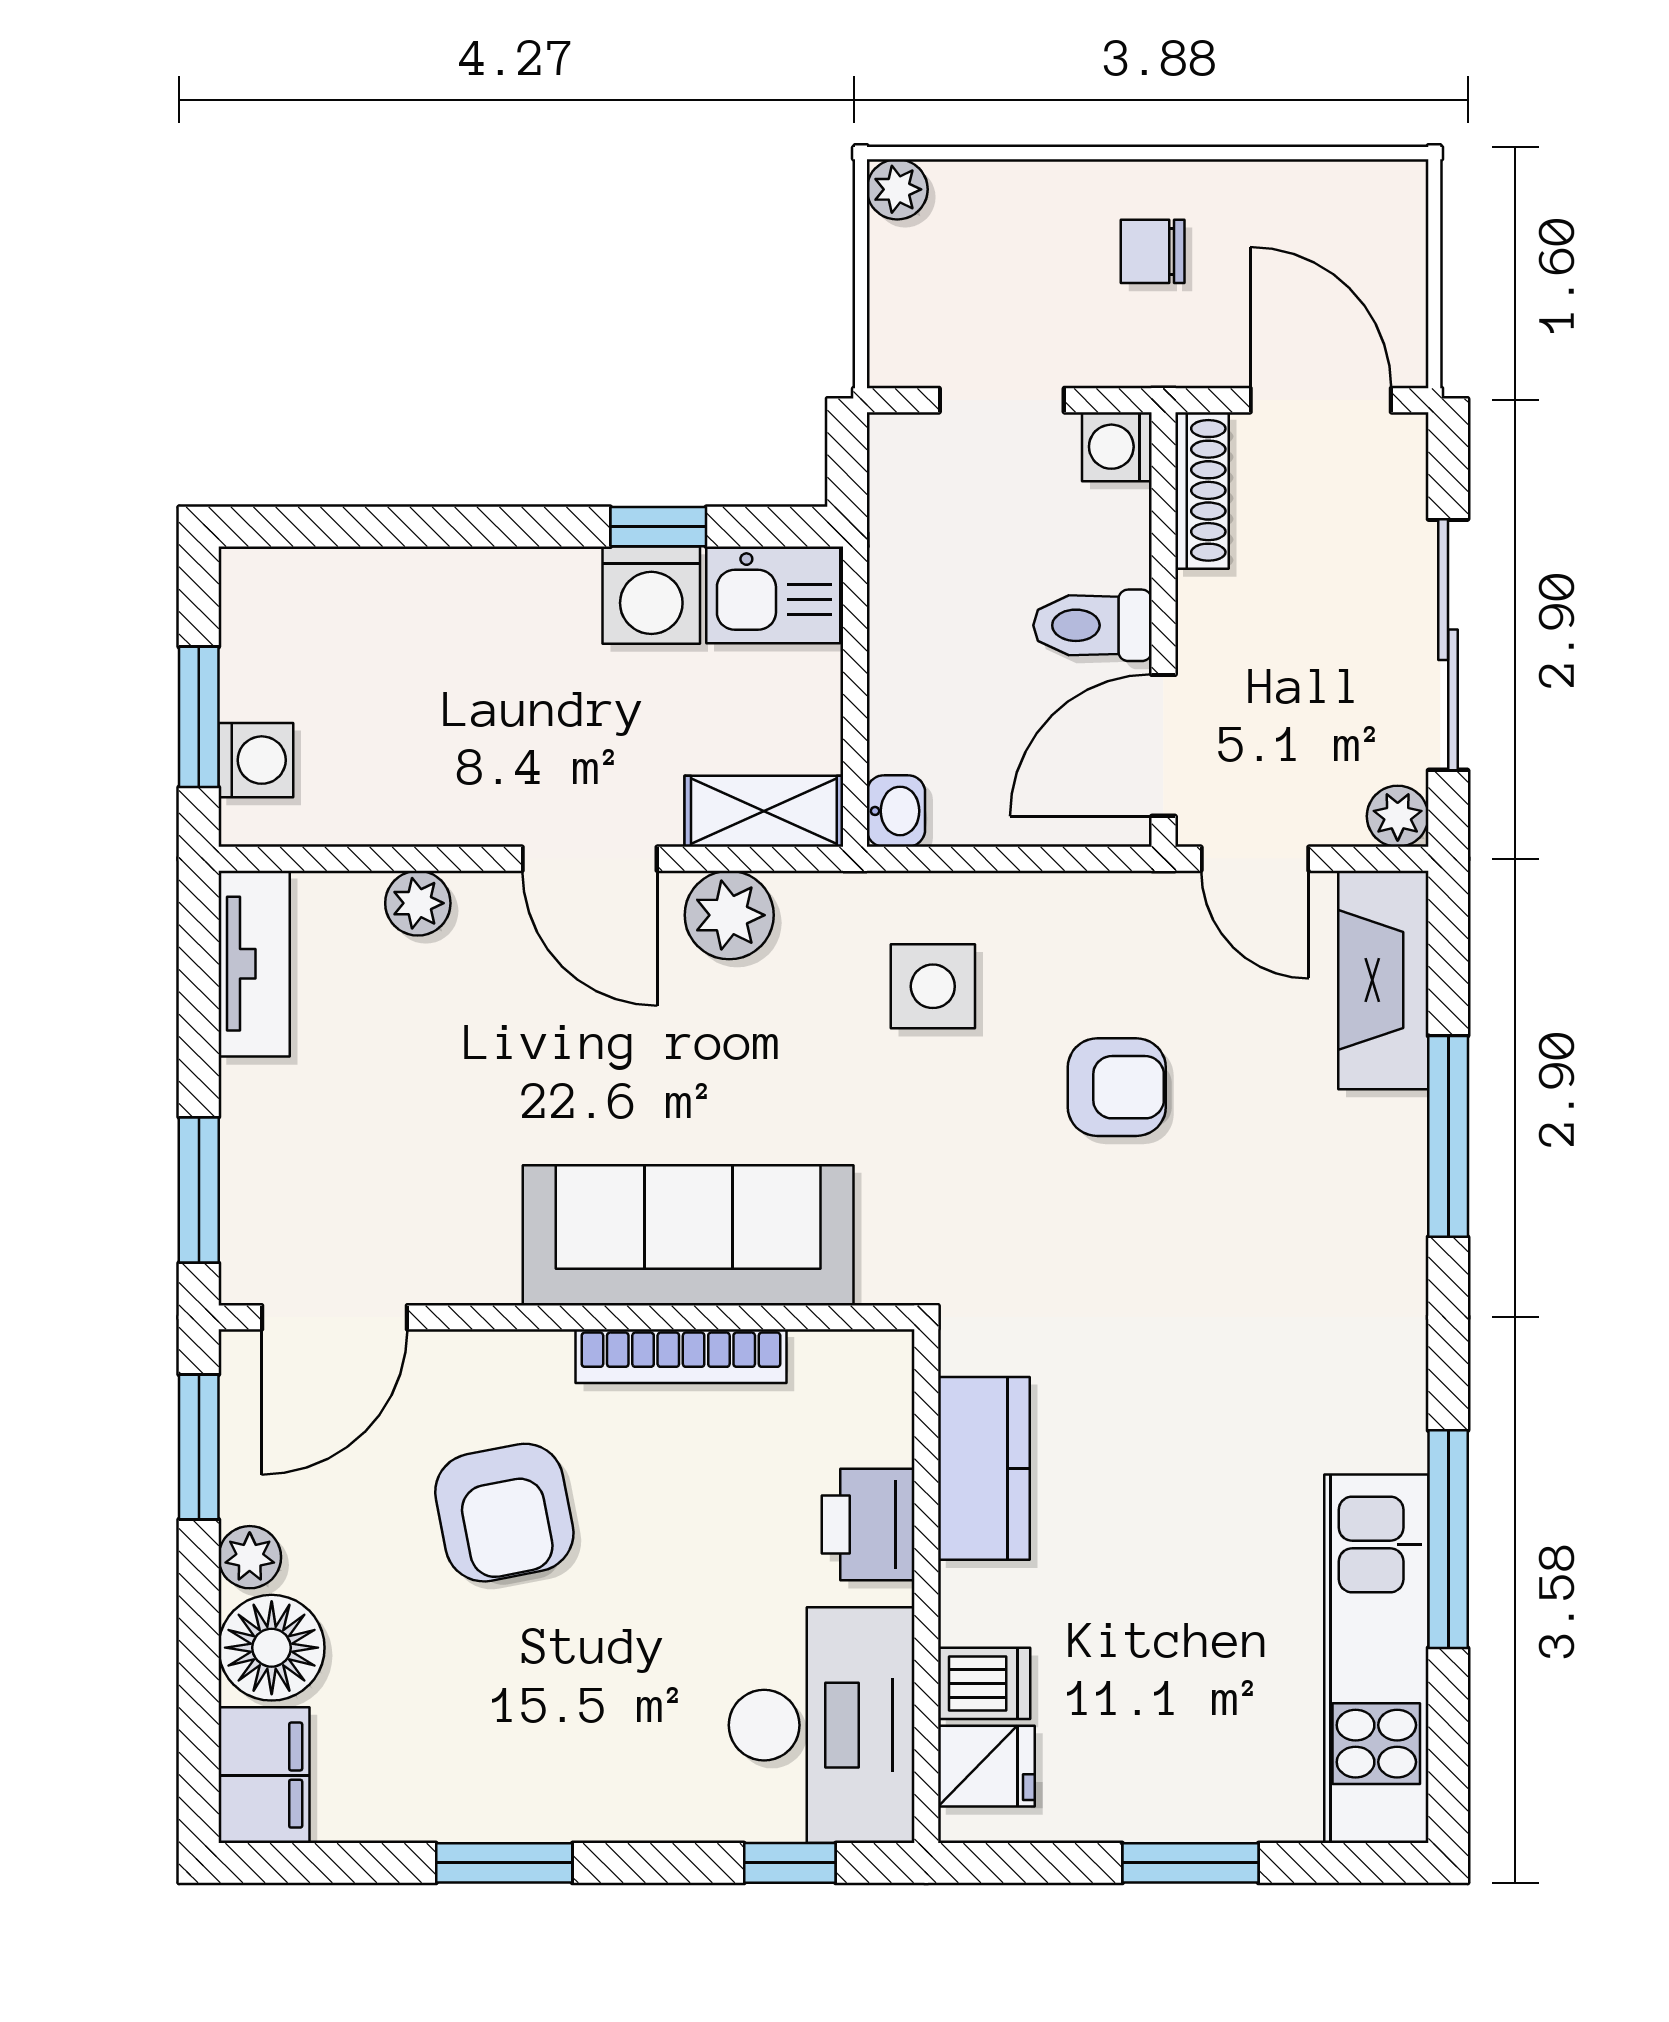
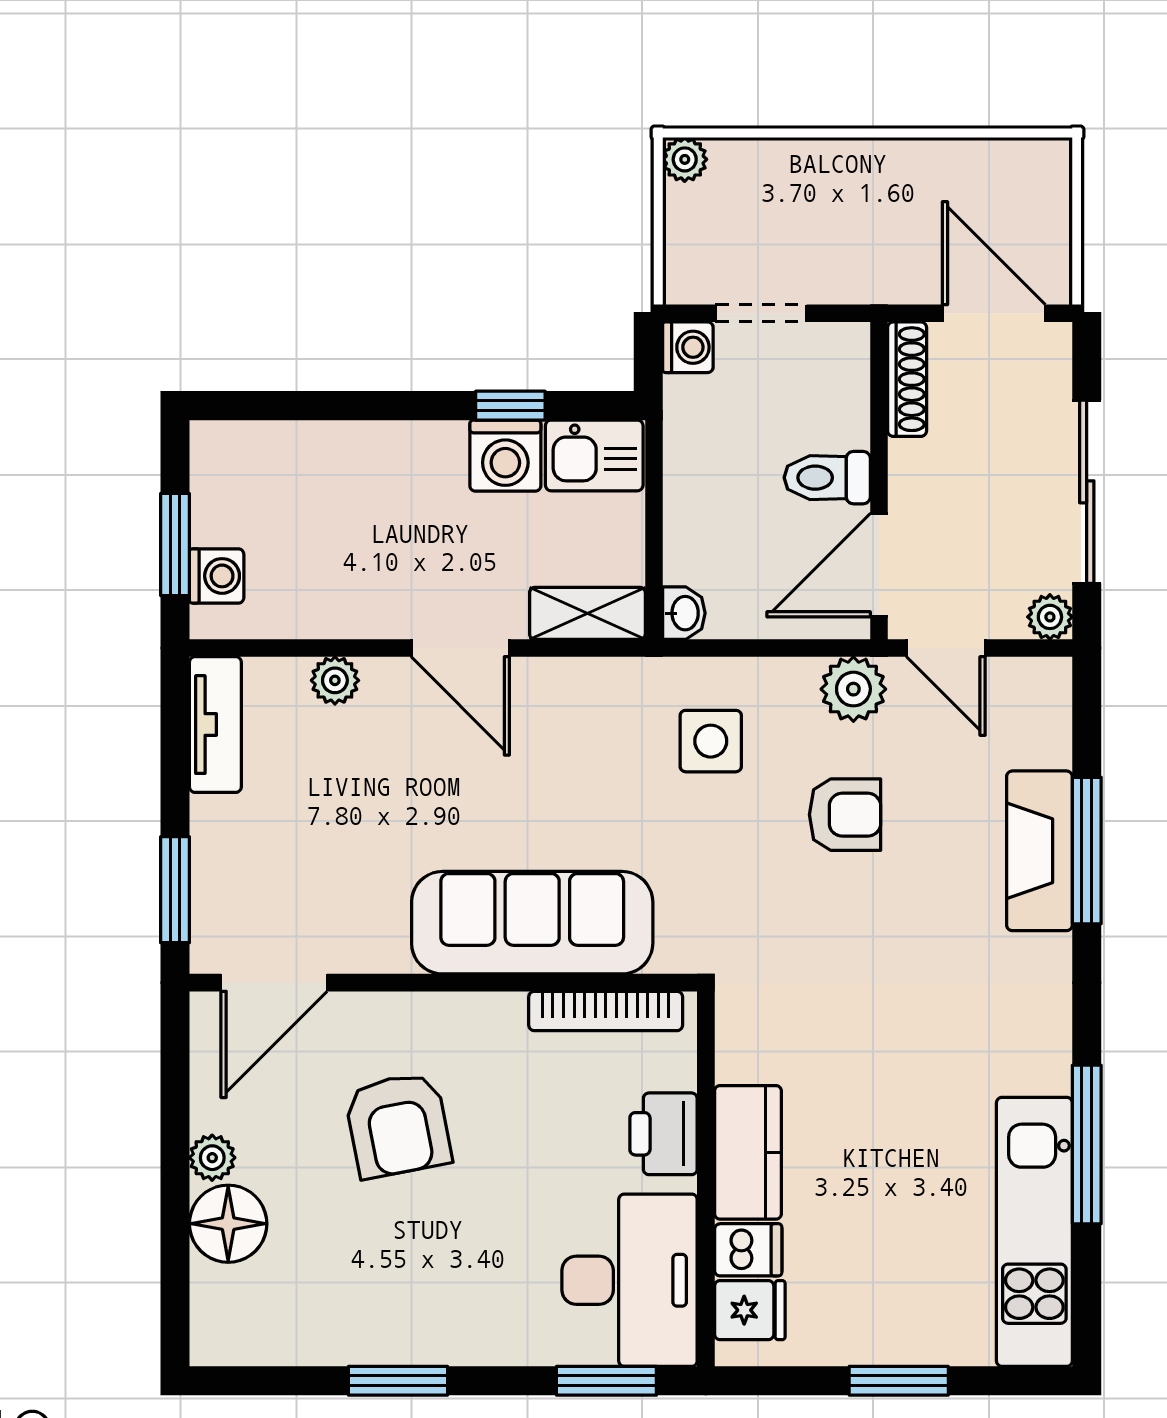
chair: (1153, 251) -> (871, 205), removed
washing machine: (1117, 447) -> (688, 347), moved, turned 180
plant: (729, 915) -> (853, 689), moved
fireplace: (1383, 980) -> (1039, 851), moved
bookcase: (681, 1356) -> (606, 1011), moved
window: (199, 1447) -> (175, 1077), removed
kitchen counter: (984, 1468) -> (748, 1152), moved
filing cabinet: (264, 1775) -> (223, 1317), removed
window: (790, 1863) -> (606, 1381), width x1.50

